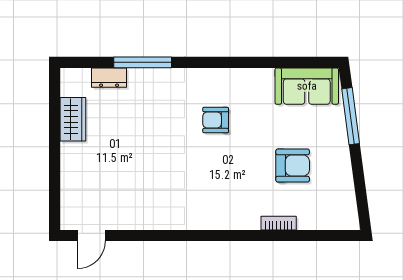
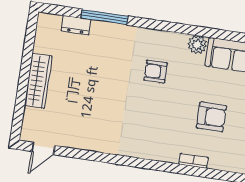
plant: (262, 79) -> (197, 45), added
wardrobe: (73, 119) -> (38, 81), moved, width x1.50

